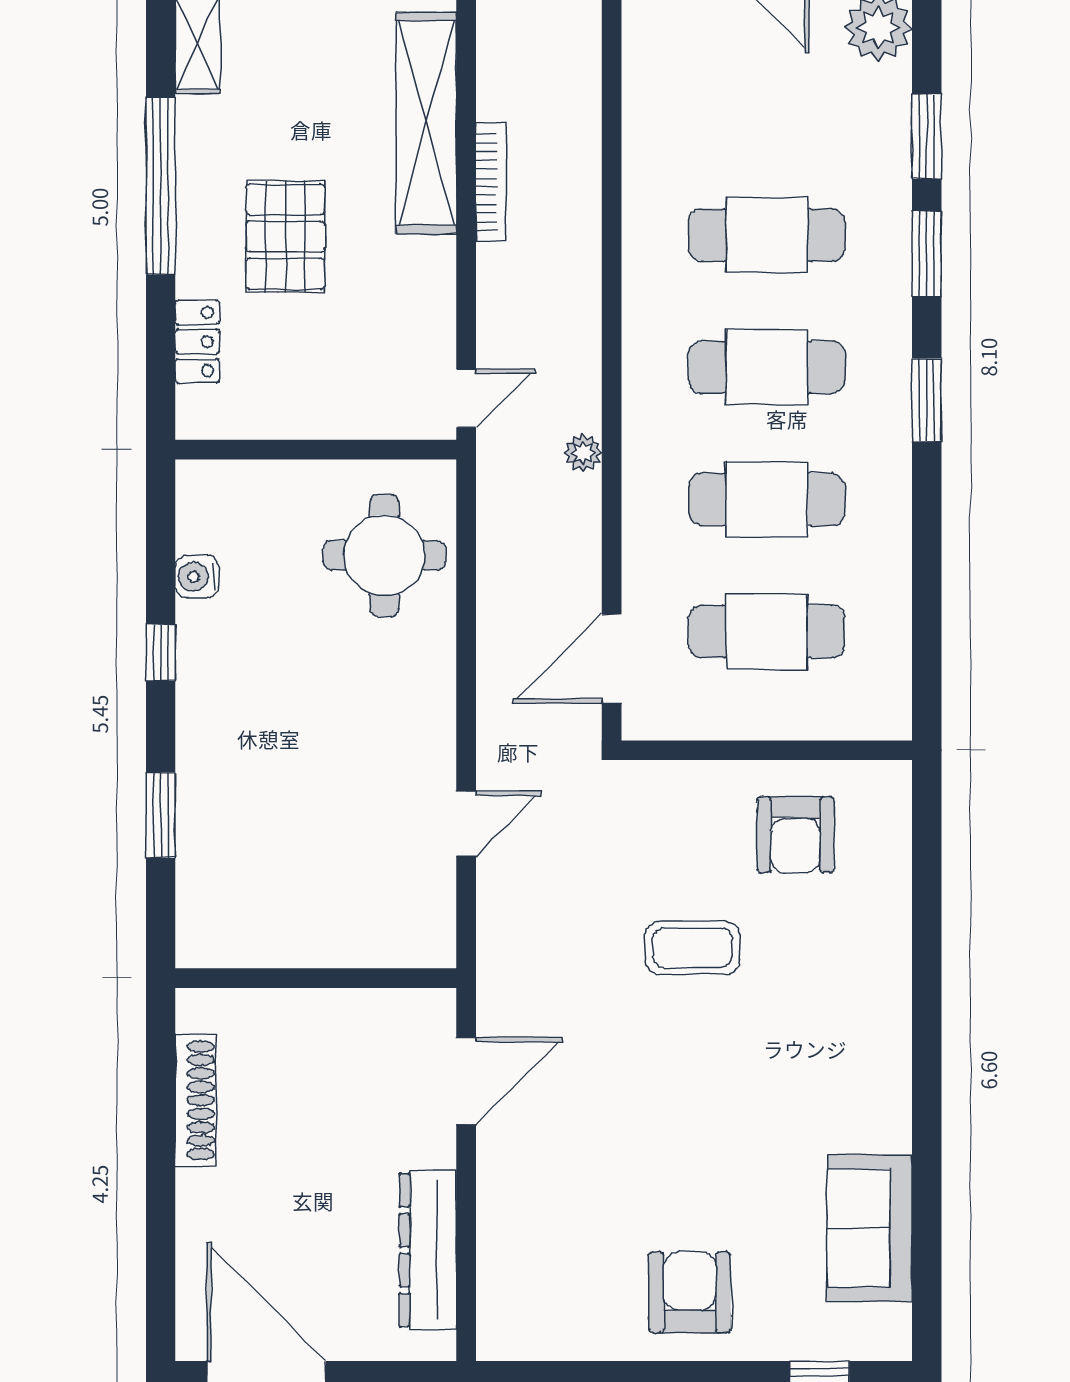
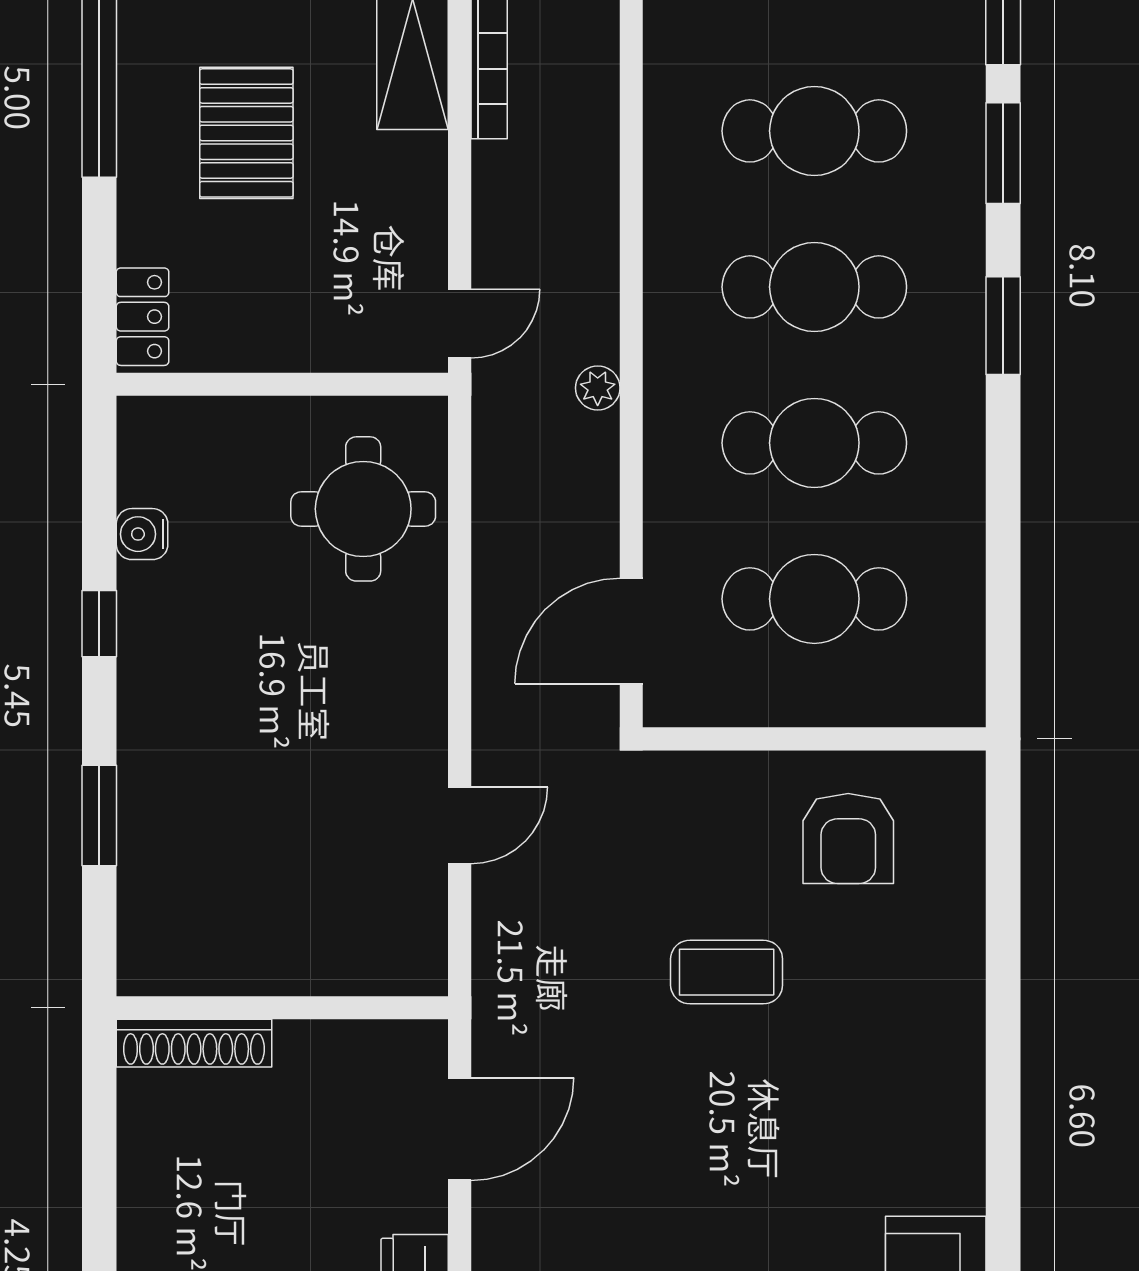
locker: (197, 342) -> (143, 317), moved
shoe rack: (195, 1100) -> (194, 1043), moved, turned 90

